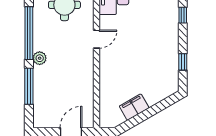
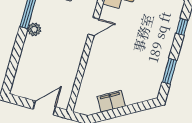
window: (183, 62) -> (170, 71), width x1.50
window: (29, 86) -> (16, 53), removed

